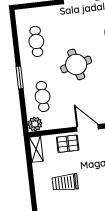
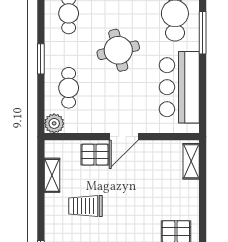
door: (88, 128) -> (124, 137), swing flipped
shelving: (36, 149) -> (52, 175), moved

